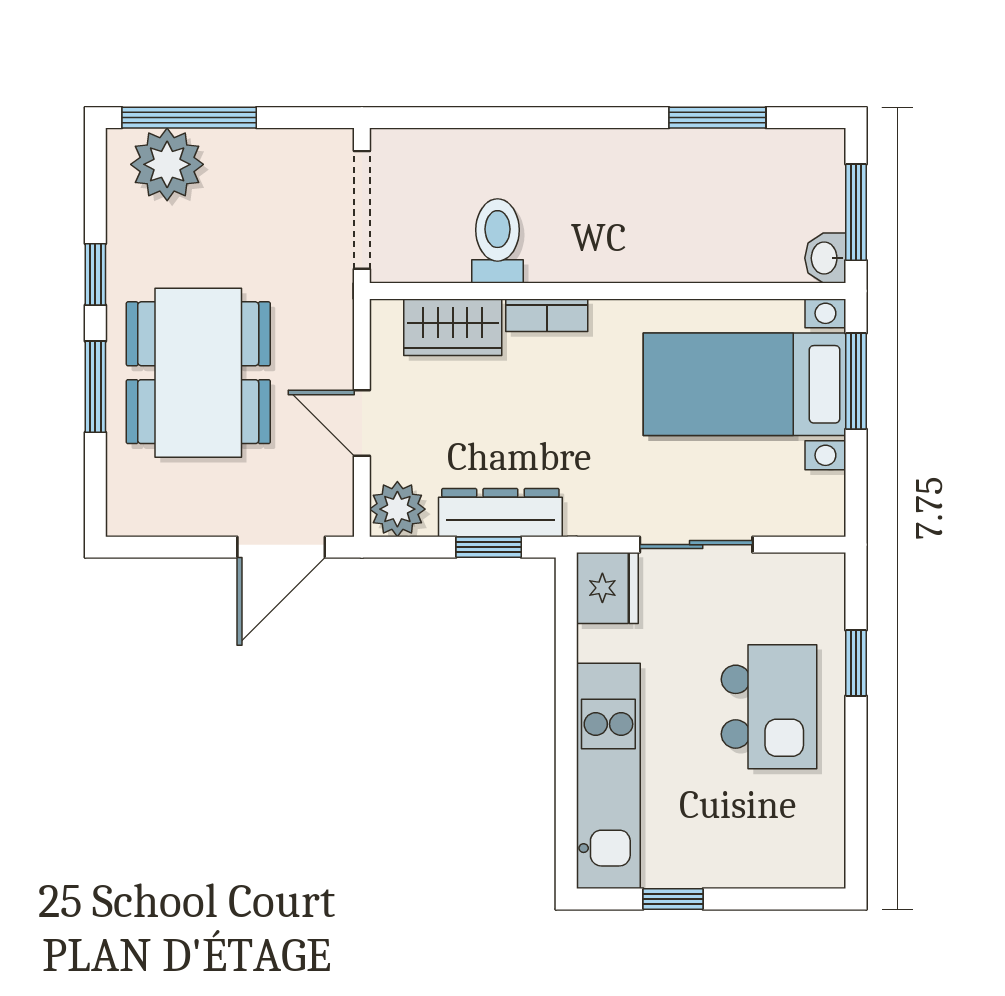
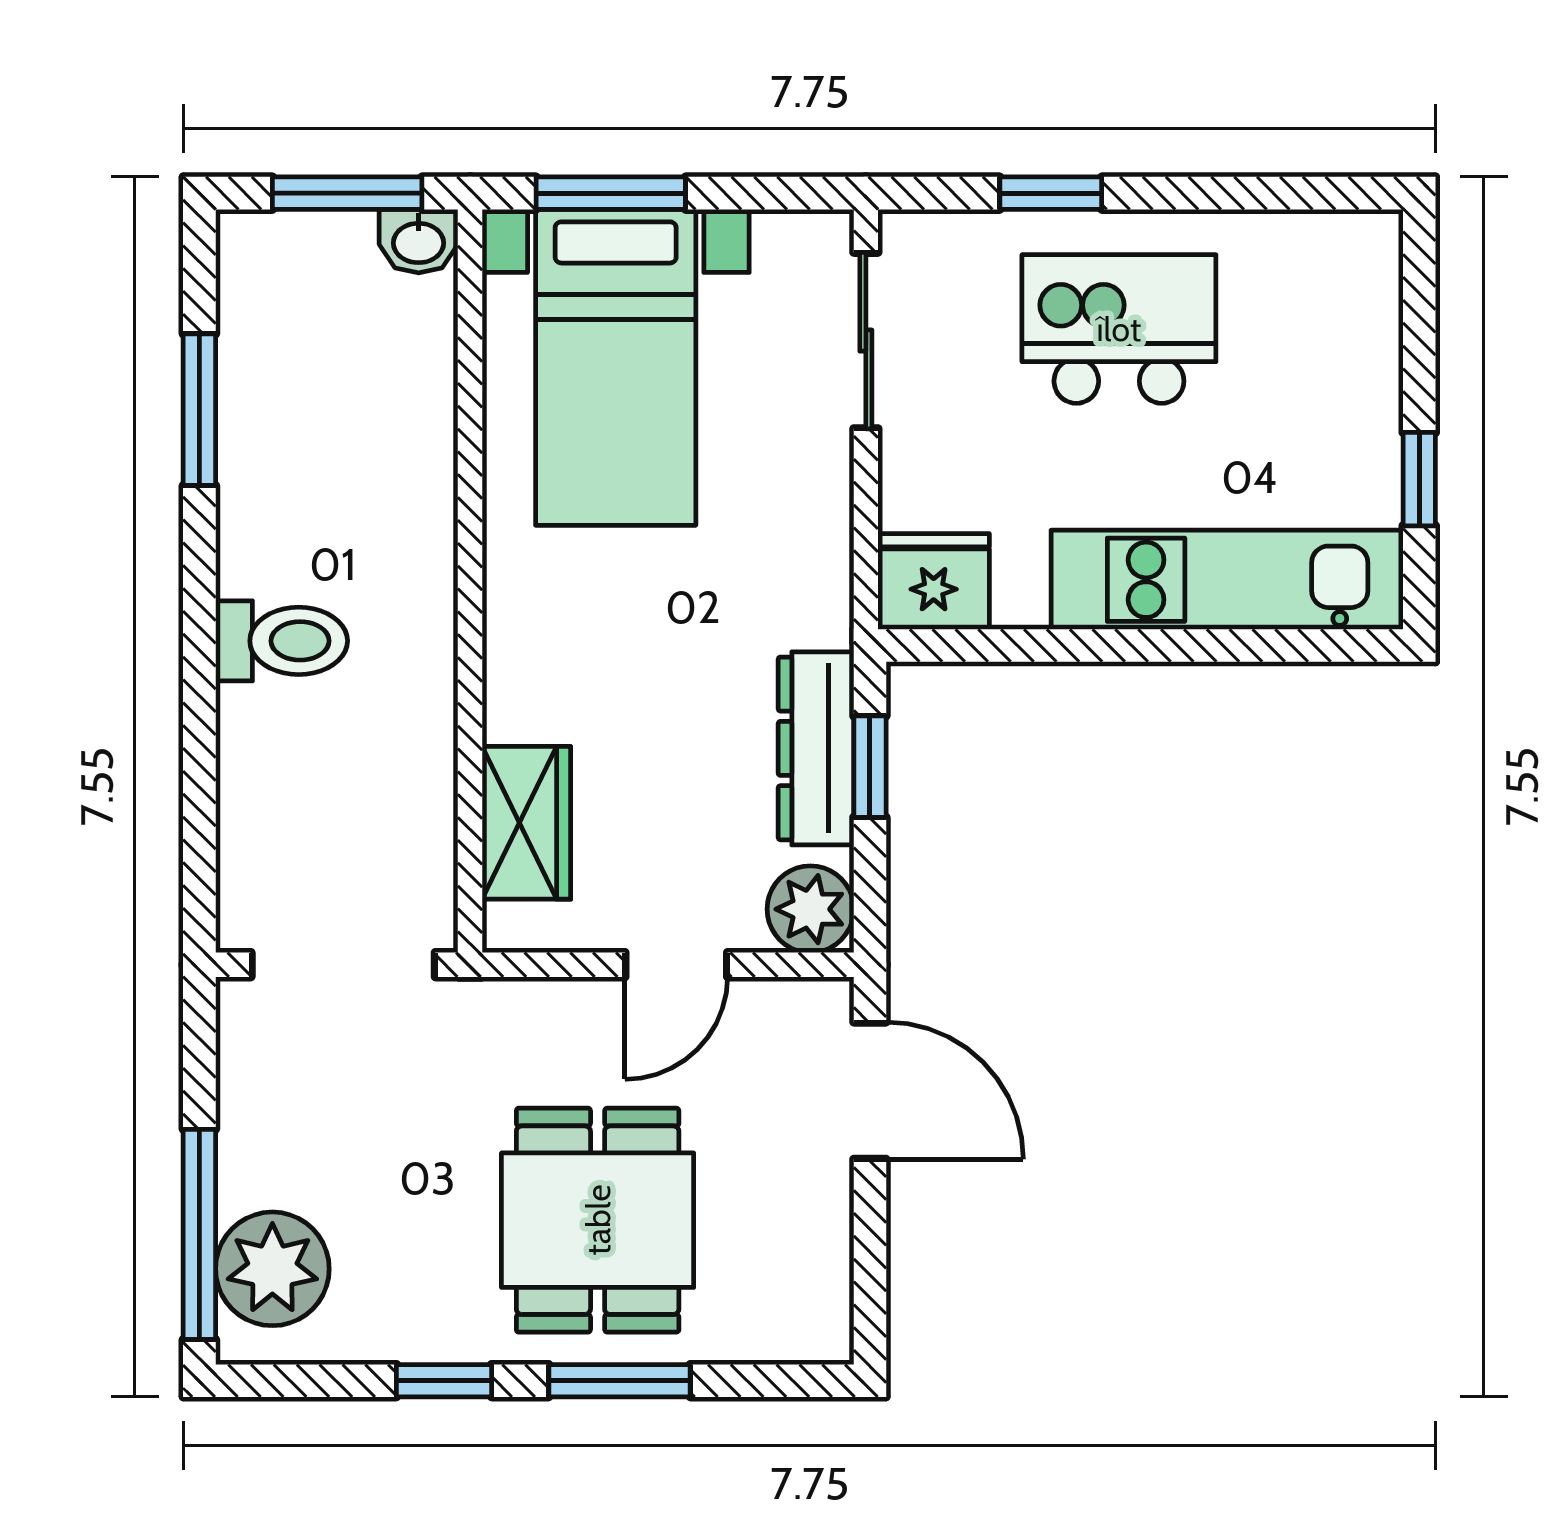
toilet: (498, 241) -> (282, 641), moved, turned 180
bookcase: (547, 315) -> (508, 676), removed
dining table: (198, 373) -> (598, 1220), width x0.73
sliding door: (696, 545) -> (866, 341), moved

